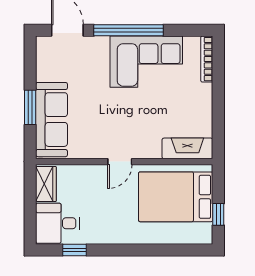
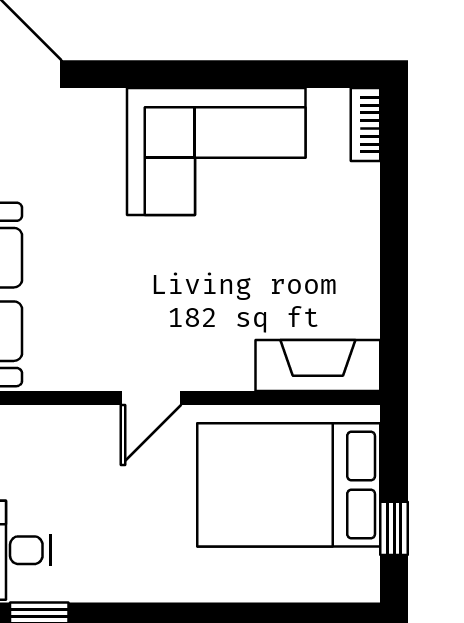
window: (129, 30) -> (173, 74), removed
bookcase: (207, 59) -> (366, 125), width x0.64

